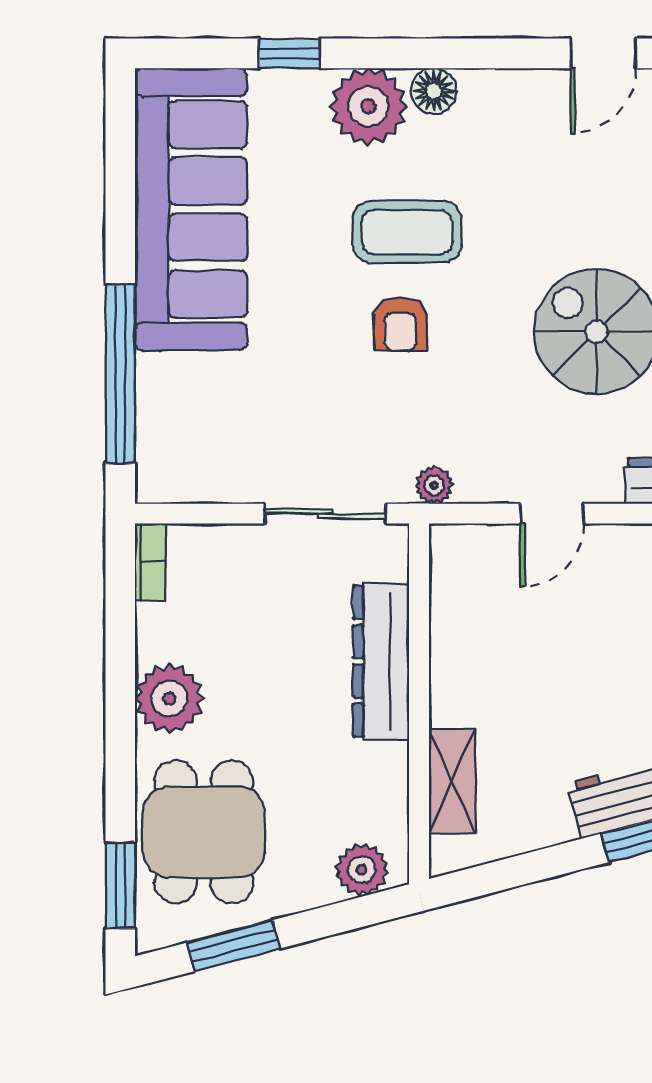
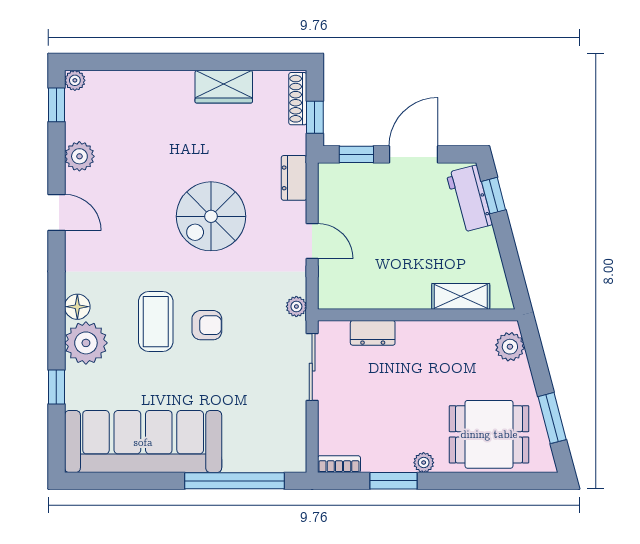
dresser: (381, 661) -> (373, 333), width x0.51, depth x0.80
plant: (169, 698) -> (424, 463), width x0.53, depth x0.53
window: (120, 885) -> (393, 481), moved

